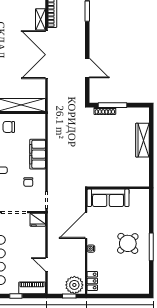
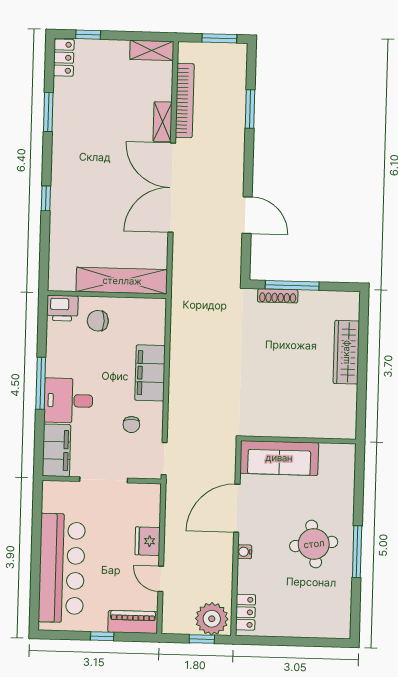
fridge: (38, 220) -> (148, 541), moved, turned 90
round table: (128, 243) -> (314, 544), turned 36

